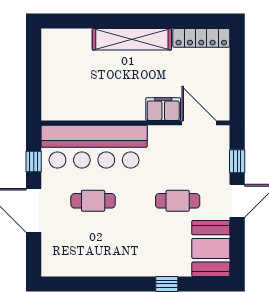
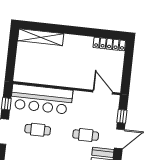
shelving: (132, 39) -> (41, 37), moved
filing cabinet: (163, 109) -> (83, 82), removed

